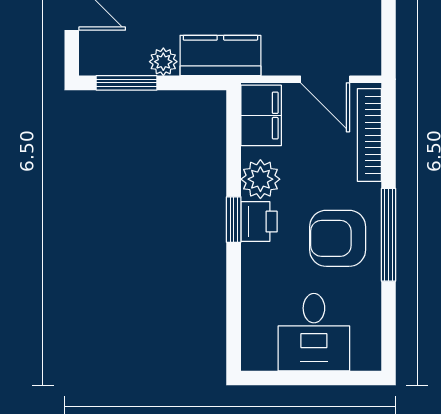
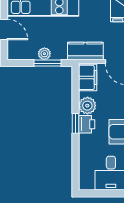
kitchen counter: (220, 55) -> (85, 51), moved
window: (127, 83) -> (48, 63), moved

